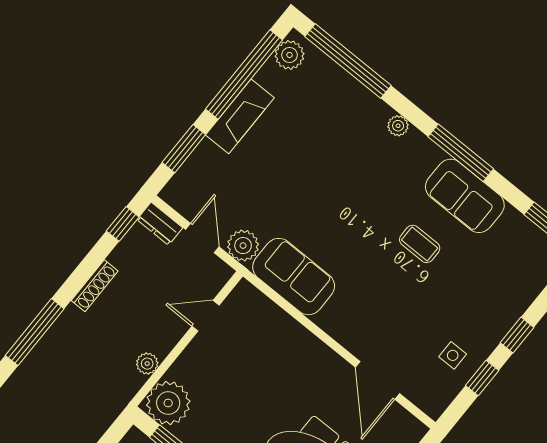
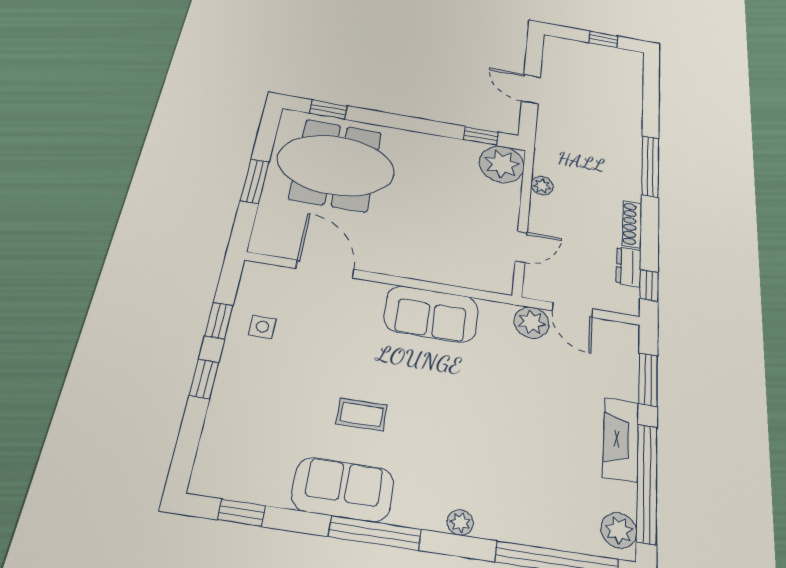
dresser: (160, 224) -> (629, 267), moved, turned -90
sofa: (294, 277) -> (431, 314), moved

